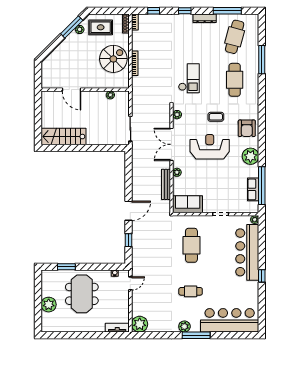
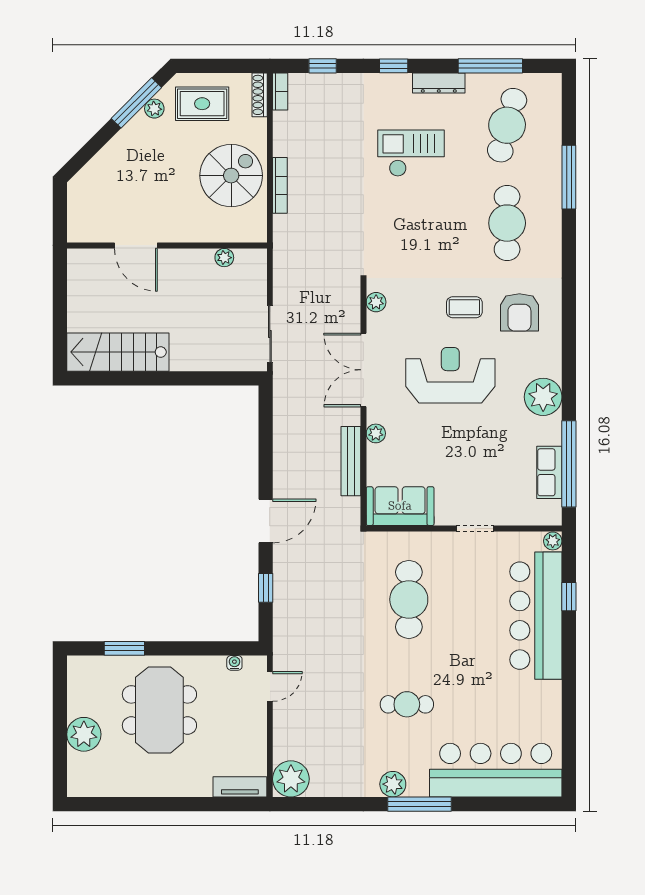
checkout: (189, 78) -> (411, 153), moved, turned -90
armchair: (247, 128) -> (519, 312), moved
window: (262, 276) -> (569, 597), moved

